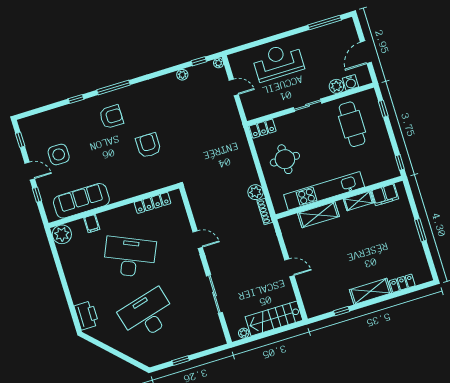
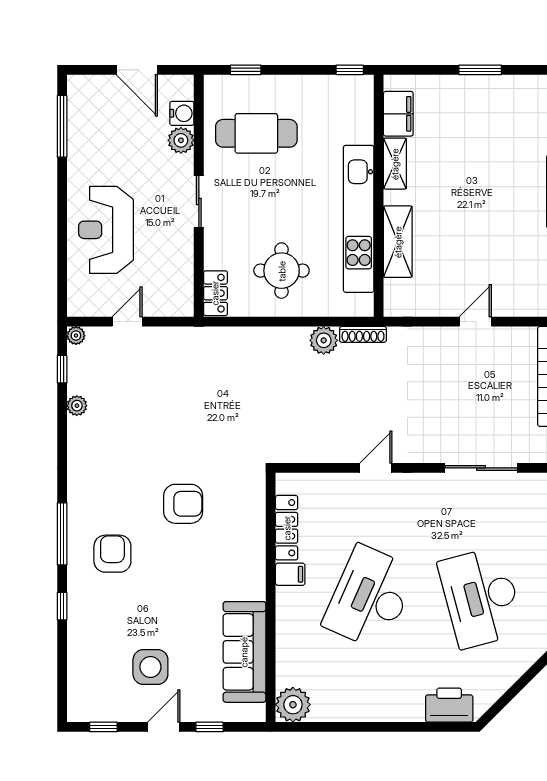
armchair: (148, 145) -> (183, 504), turned 180
filing cabinet: (92, 224) -> (290, 574), moved

